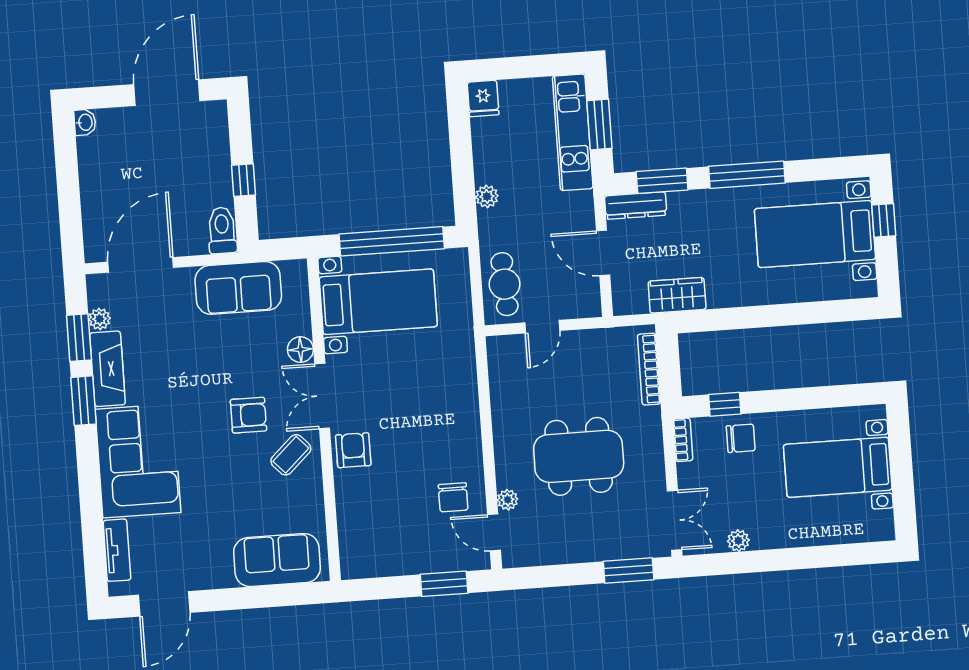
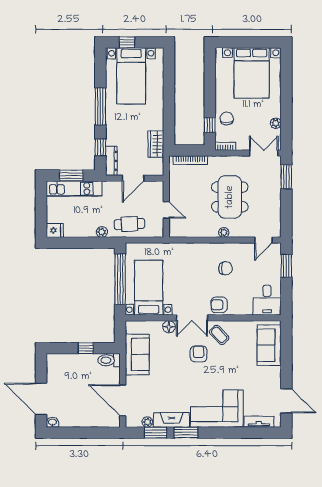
door: (167, 93) -> (41, 399), moved
window: (662, 181) -> (100, 147), width x0.67
cafe table: (505, 284) -> (129, 224), moved
bed with nightstands: (838, 467) -> (252, 73), width x1.36
chair: (453, 497) -> (226, 268), moved
plant: (508, 500) -> (224, 232), moved
desk: (370, 549) -> (267, 300), added

